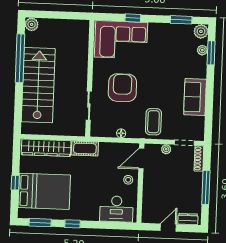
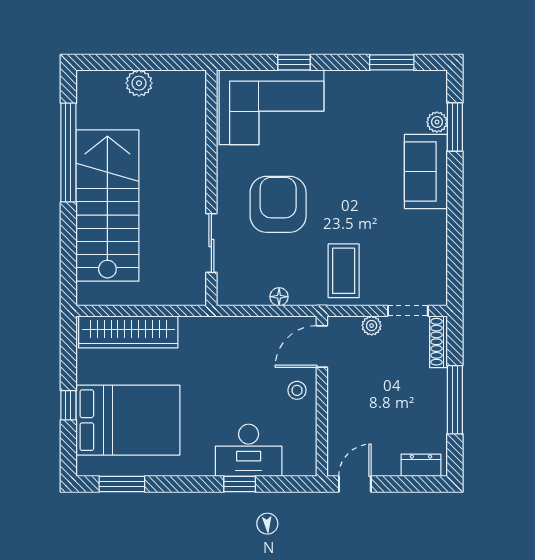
plant: (32, 24) -> (139, 83), moved
plant: (201, 31) -> (433, 84), removed
sofa: (195, 97) -> (426, 172), moved
cot: (85, 149) -> (207, 330), removed
desk: (116, 209) -> (249, 450), moved
window: (72, 224) -> (240, 484), moved
door: (168, 228) -> (355, 484), moved

